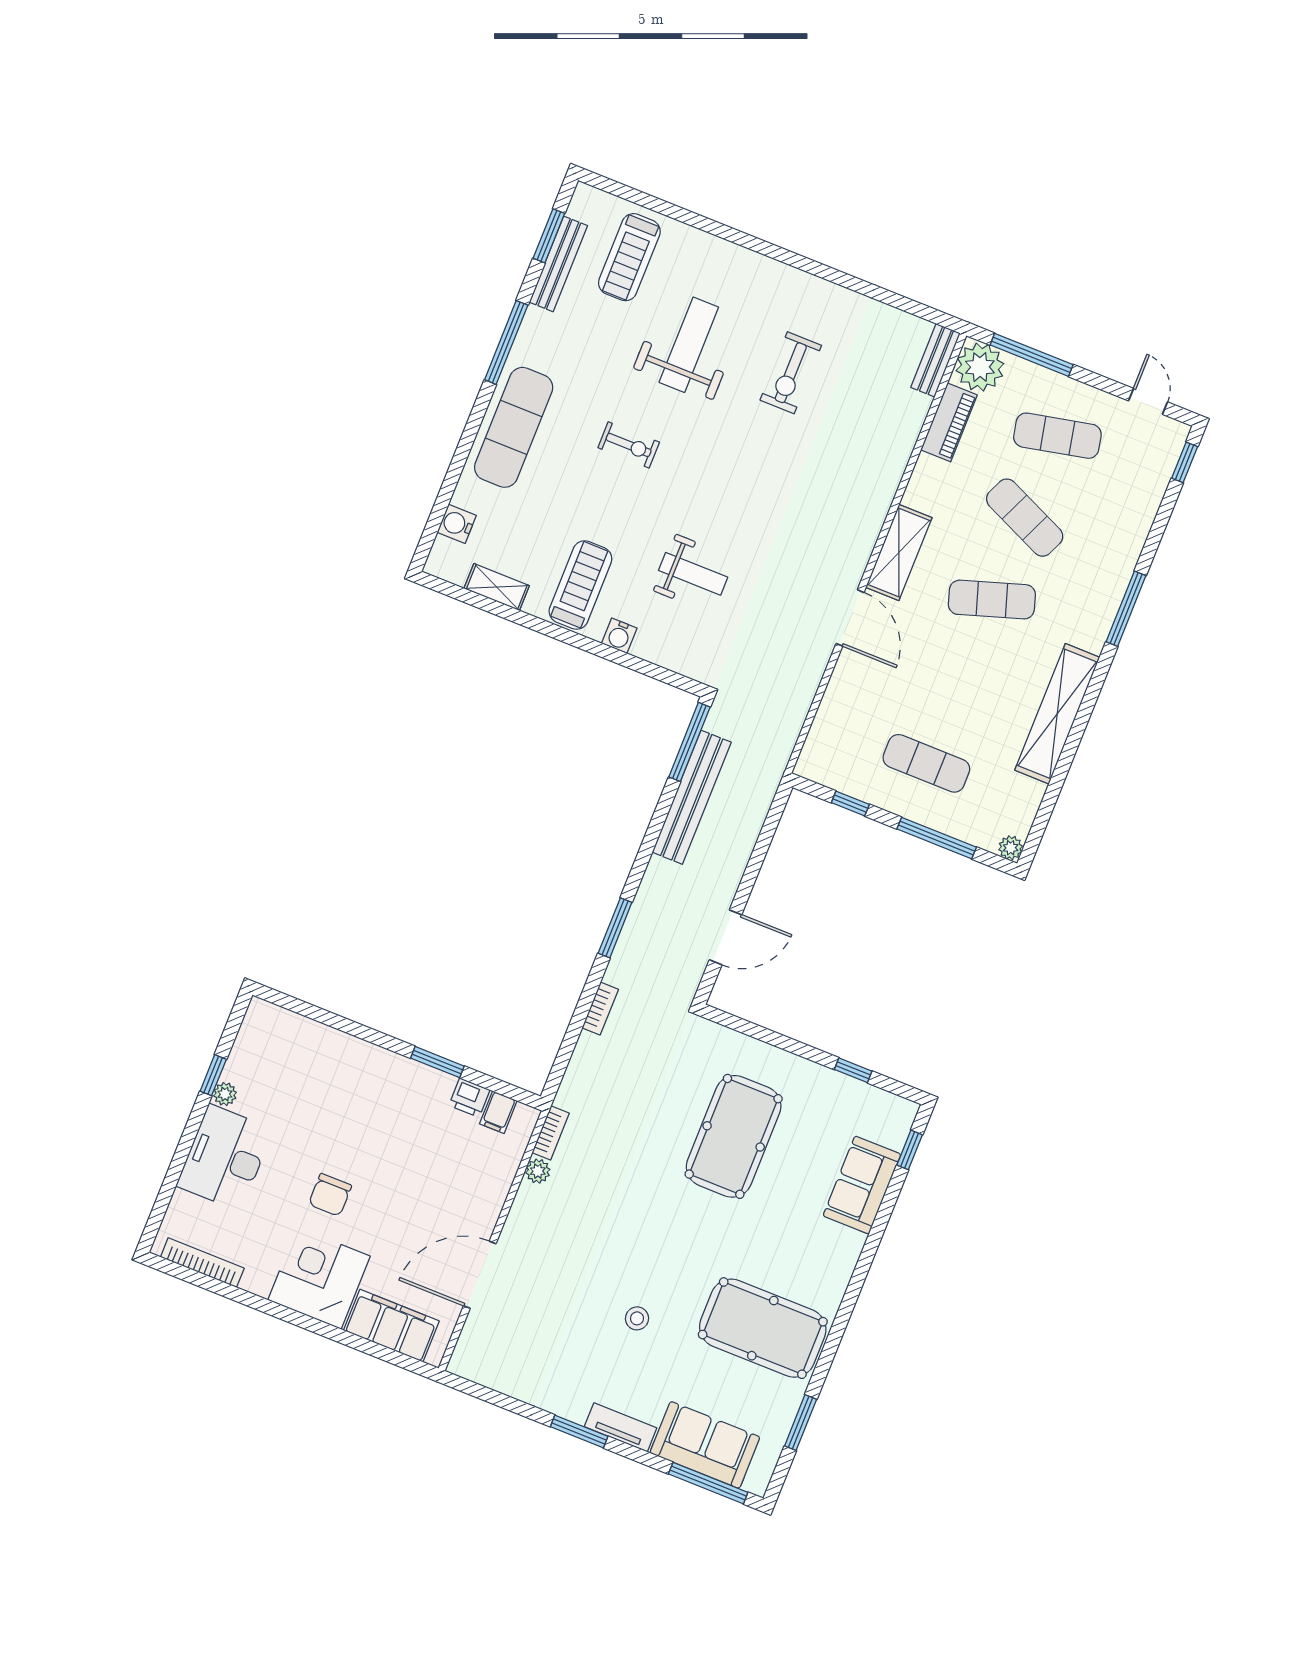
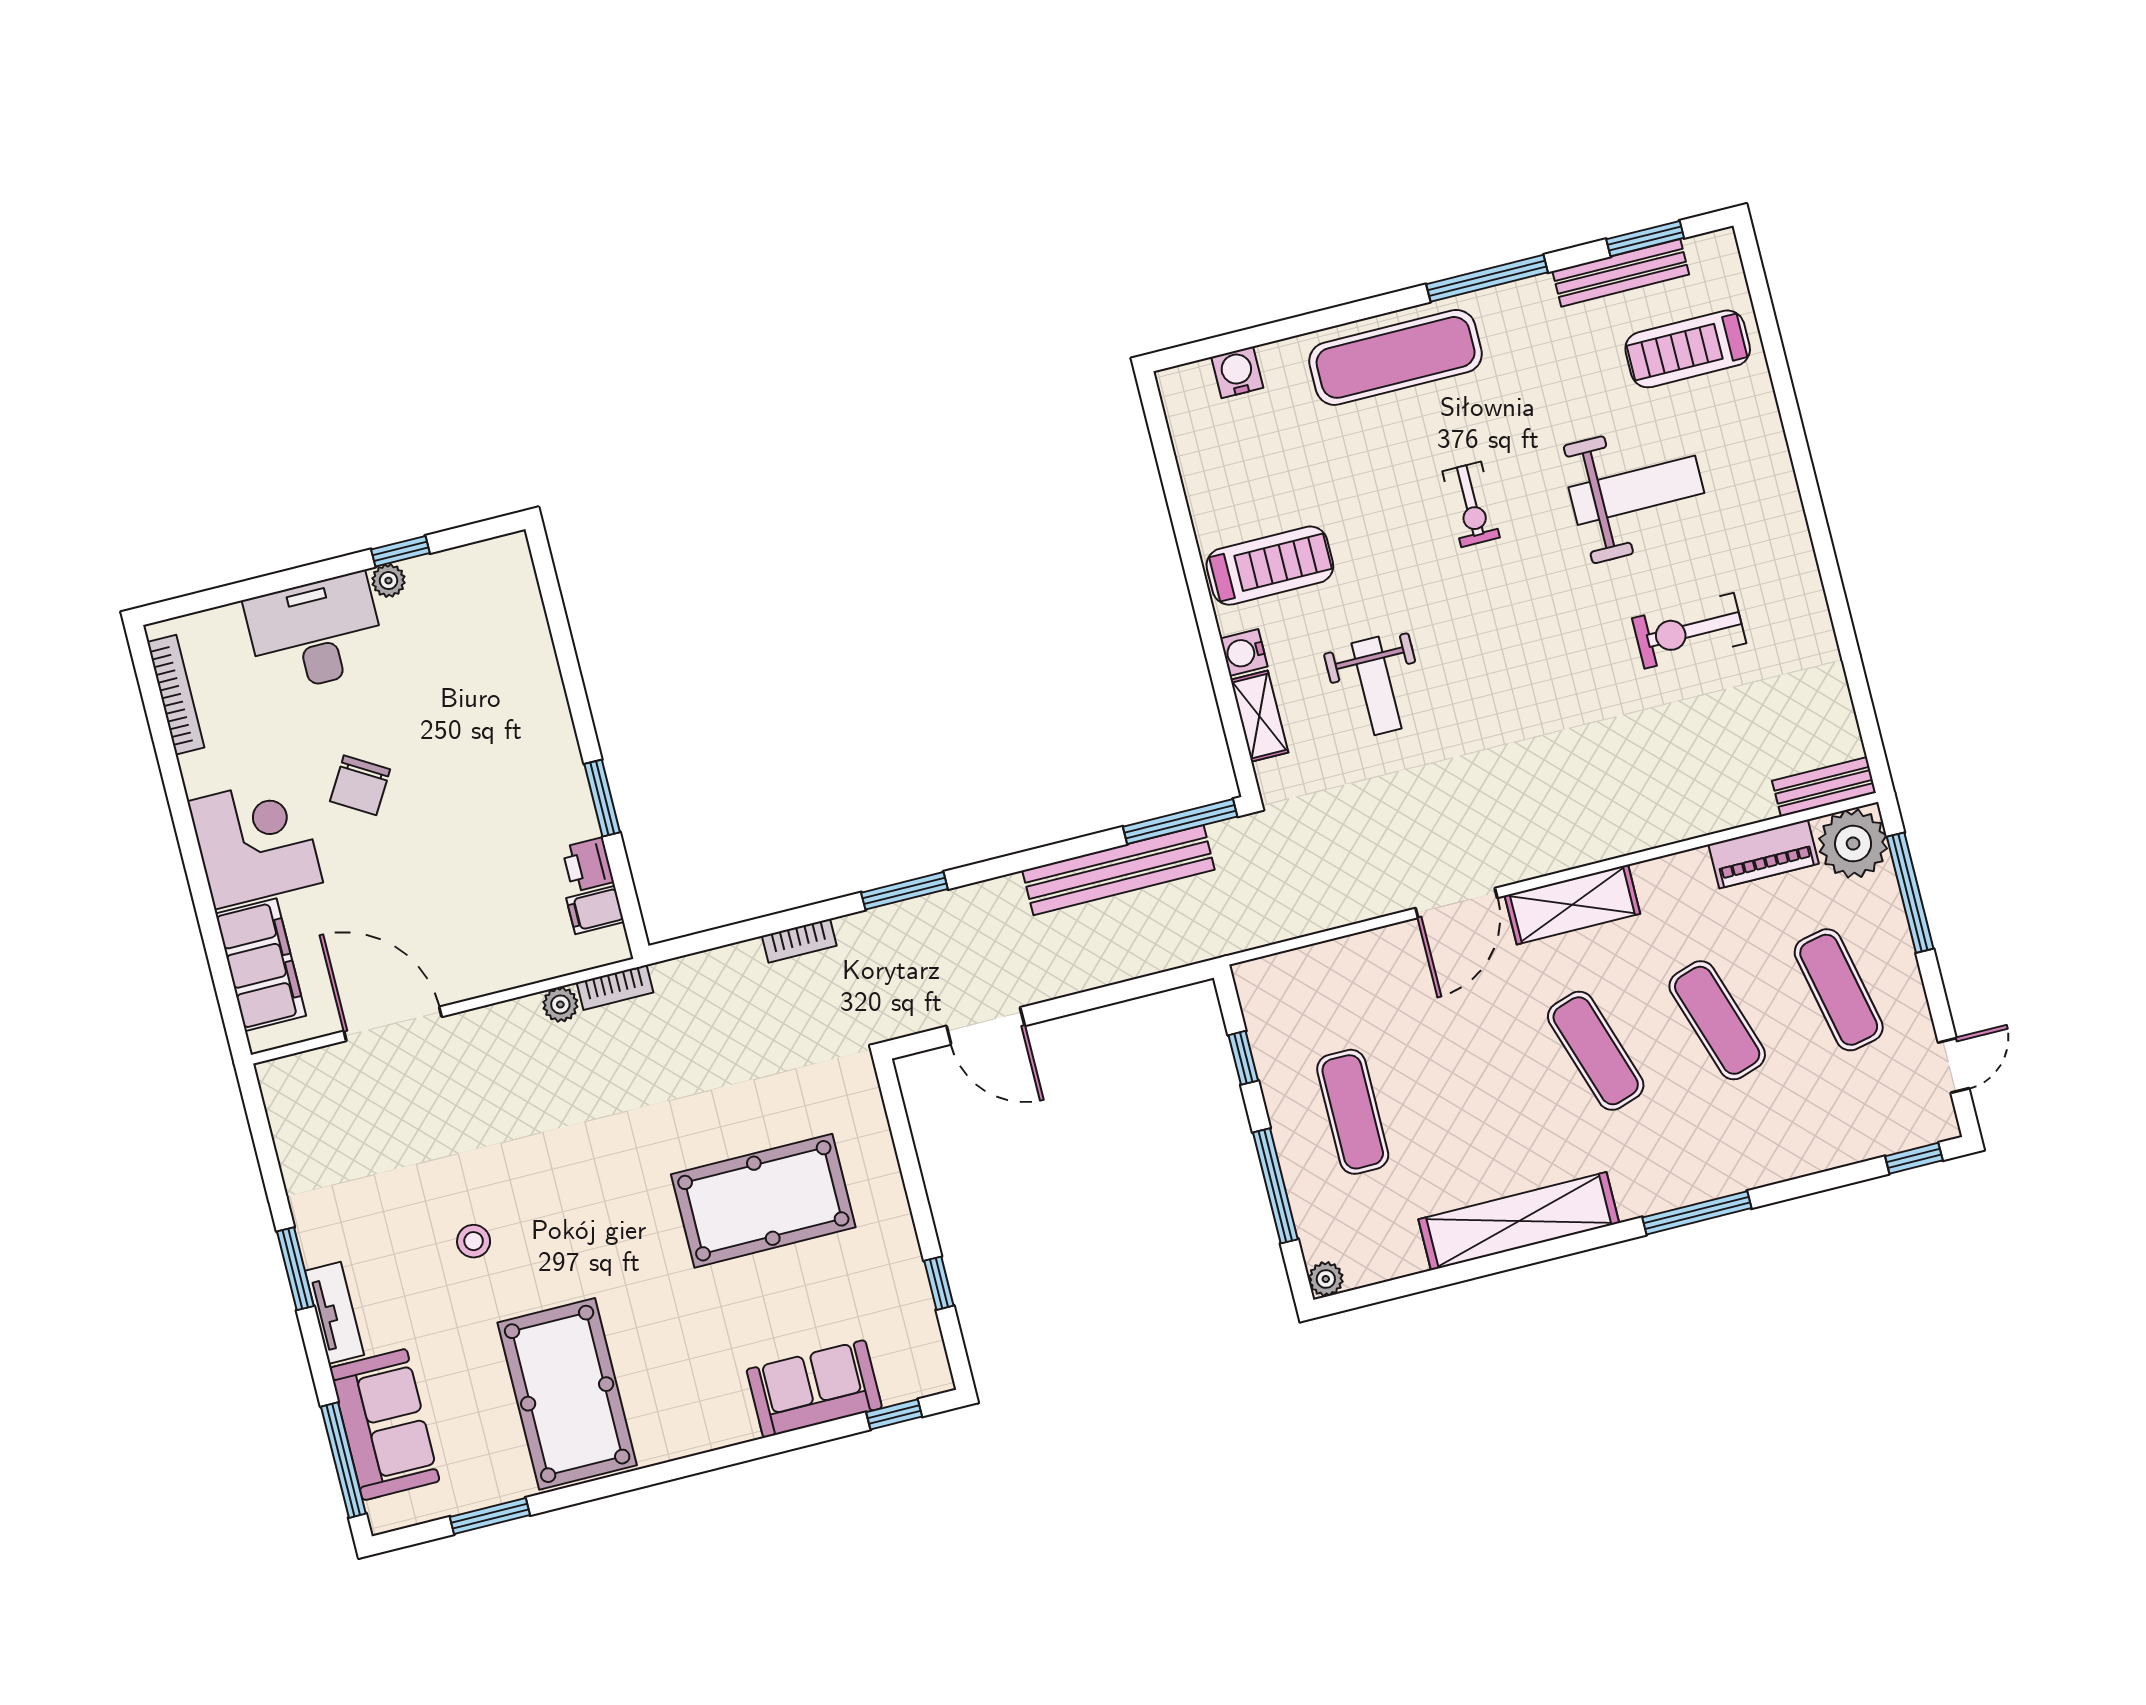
exercise mat: (1025, 518) -> (1717, 1020), turned -42
shelving: (497, 587) -> (1259, 716), moved
chair: (330, 1195) -> (360, 785), turned -59

